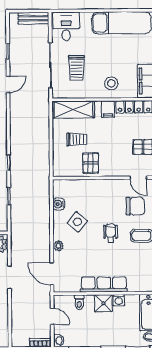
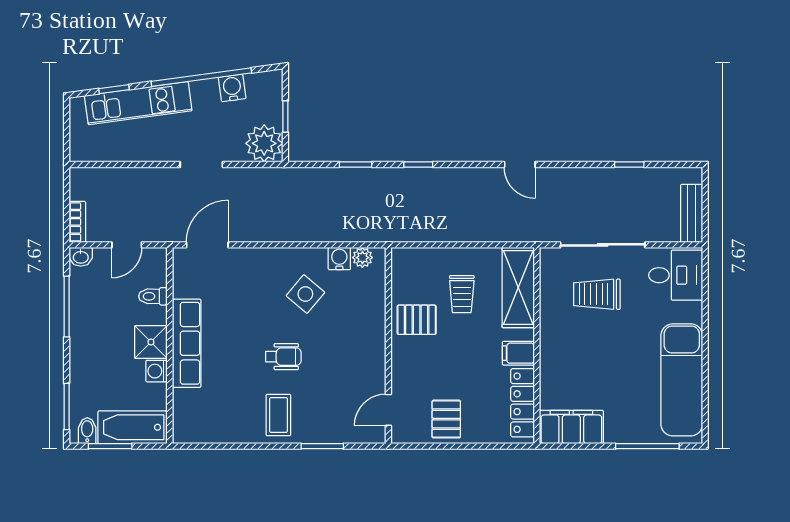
stool: (111, 83) -> (567, 360), removed
door: (8, 84) -> (520, 165), moved
chair: (135, 206) -> (335, 404), removed
plant: (58, 246) -> (362, 258), moved

